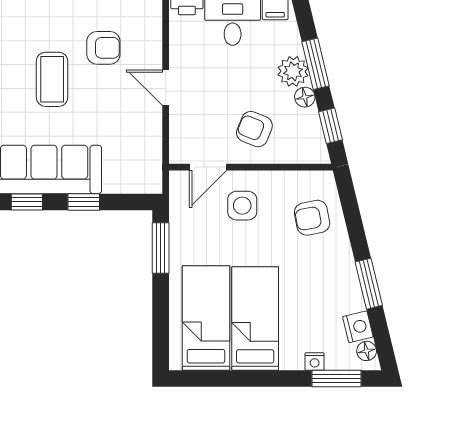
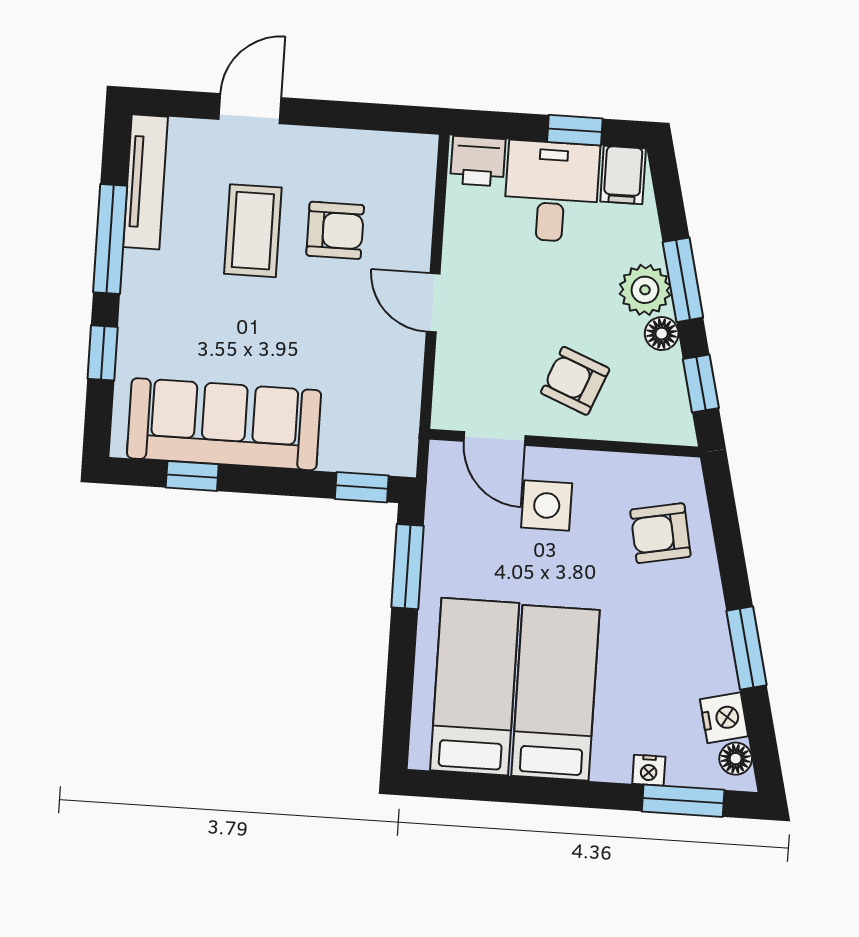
coffee table: (52, 79) -> (253, 231), moved
door: (208, 167) -> (494, 439), hinge flipped
window: (84, 202) -> (362, 487), moved

